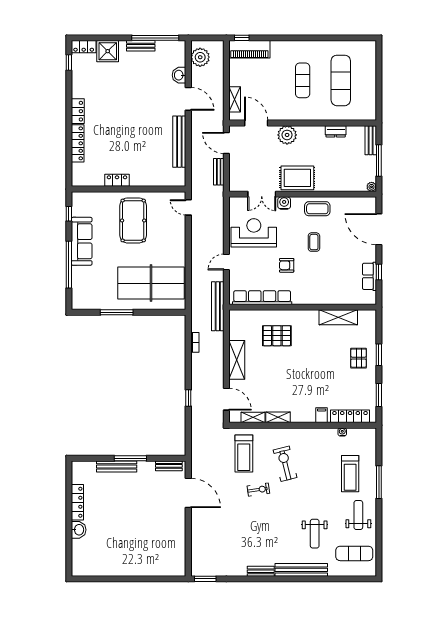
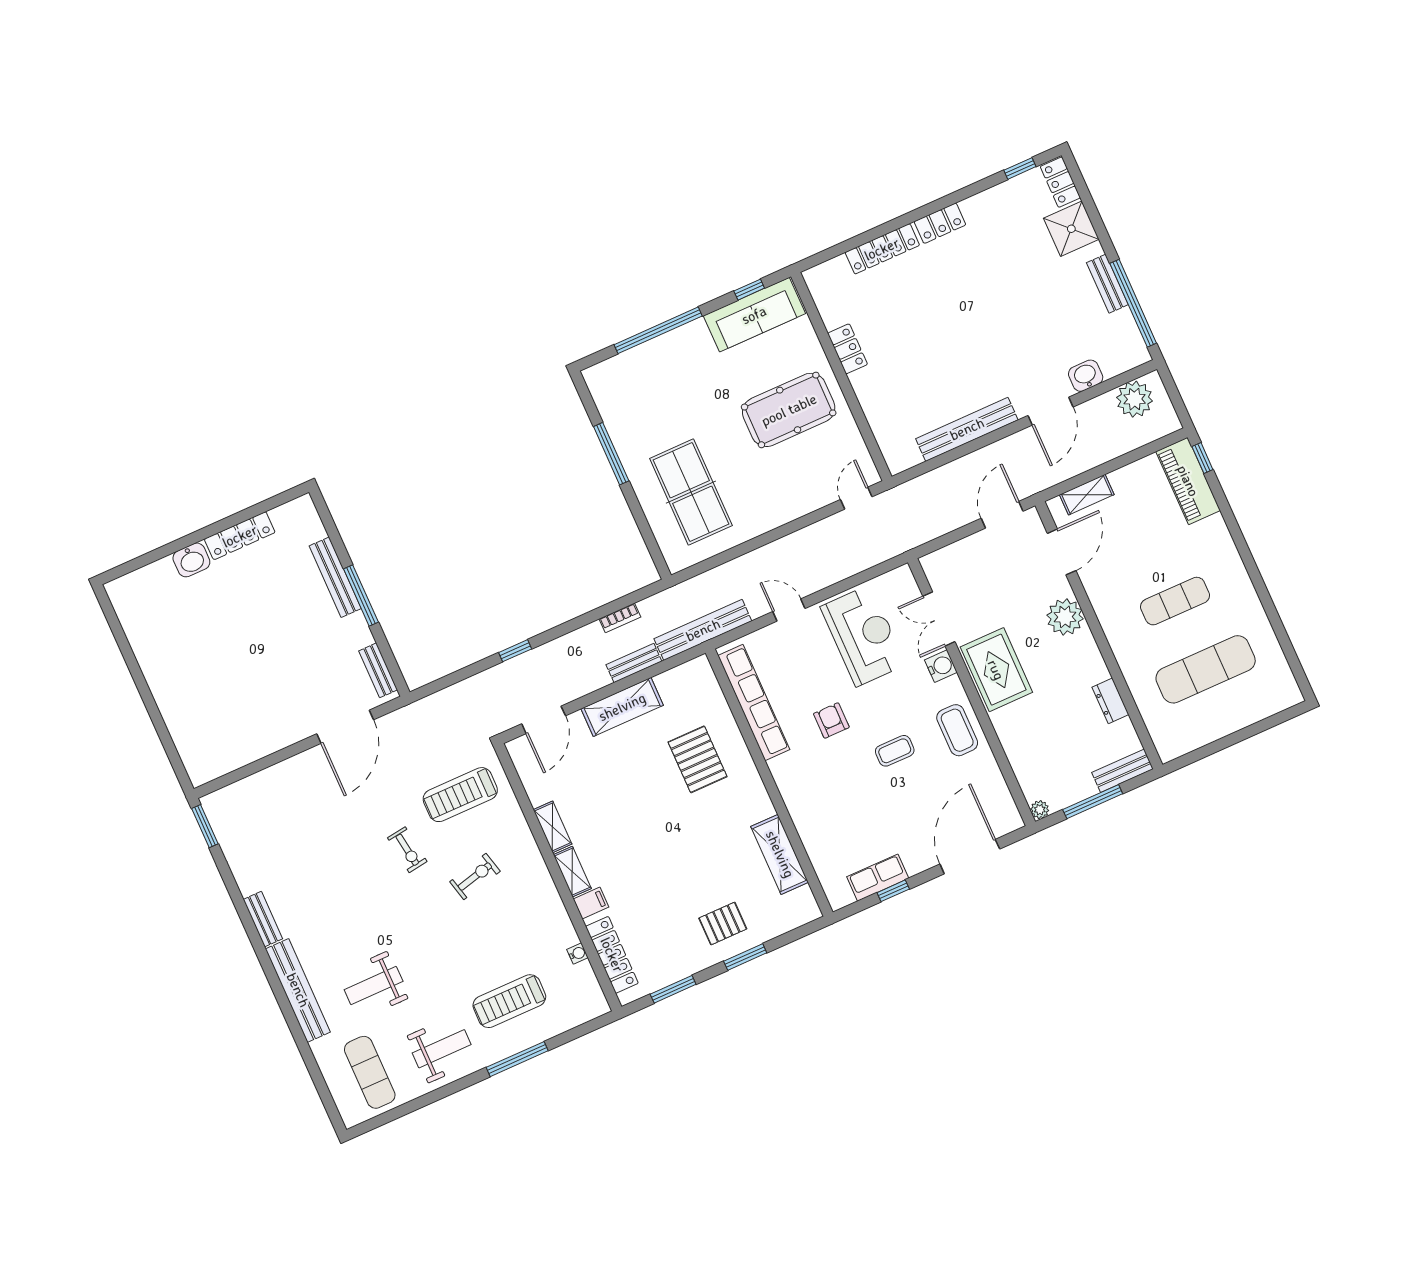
bench: (219, 172) -> (634, 663), moved
sofa: (82, 241) -> (754, 315), moved
table tennis table: (151, 283) -> (691, 492), width x0.73, depth x0.76
shelving: (253, 417) -> (572, 872), moved
exercise bike: (285, 464) -> (475, 876), width x0.73, depth x0.72

